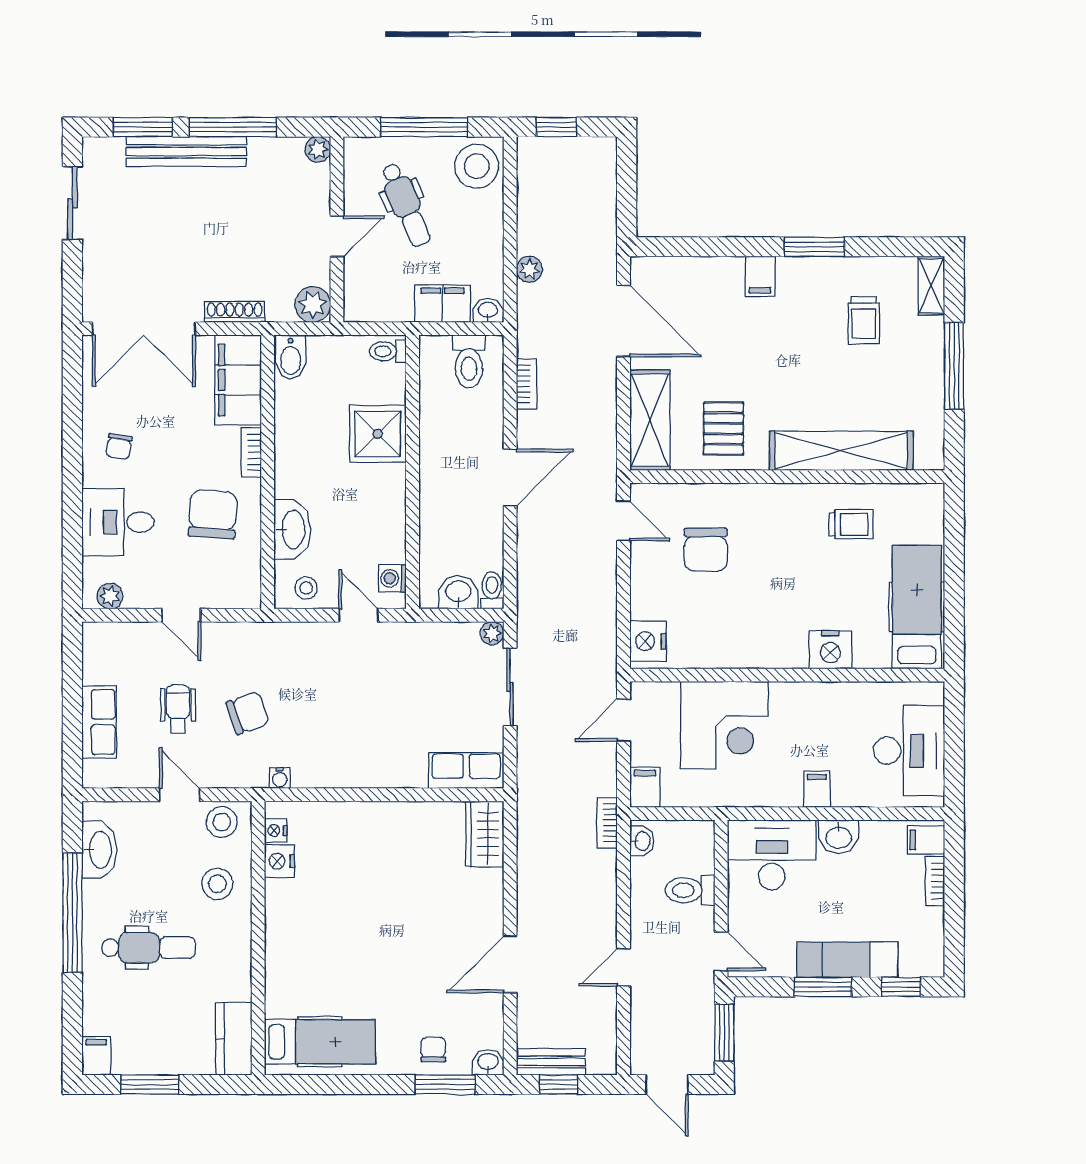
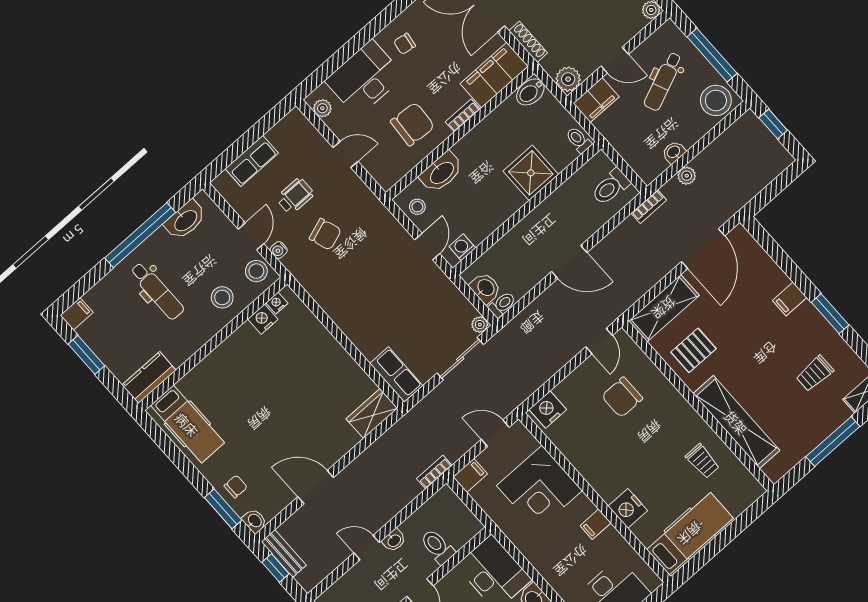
filing cabinet: (442, 304) -> (596, 100), moved, turned 90
washbasin: (488, 310) -> (674, 152), moved, turned -90
bookcase: (527, 384) -> (649, 207), moved
desk: (118, 522) -> (365, 78), width x1.37
door: (181, 615) -> (345, 154), swing flipped
water cooler: (280, 778) -> (279, 250), moved
filing cabinet: (817, 789) -> (596, 524), moved, turned 180
washbasin: (642, 841) -> (394, 540), moved

